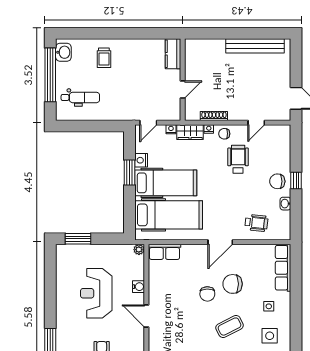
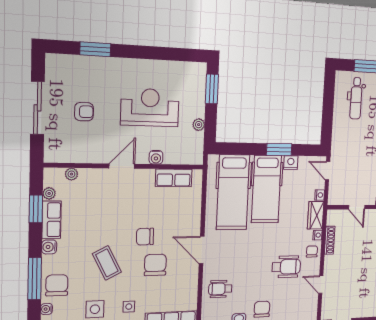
wheelchair: (256, 223) -> (220, 289), turned 84
plant: (139, 250) -> (199, 125), moved
row of seats: (164, 252) -> (174, 178), moved, turned -90

